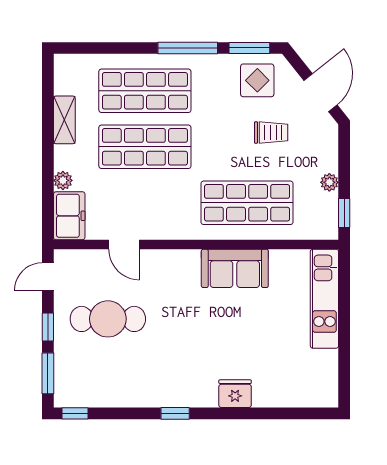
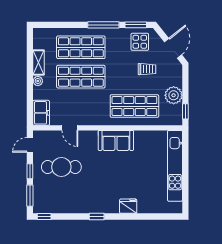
plant: (63, 180) -> (38, 81), moved
plant: (329, 182) -> (174, 95), width x1.87, depth x1.87
sofa: (235, 268) -> (116, 140), moved
kitchen unit: (324, 299) -> (175, 166), width x1.36

